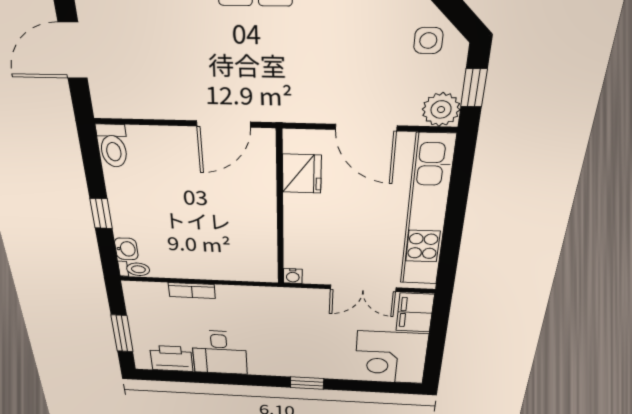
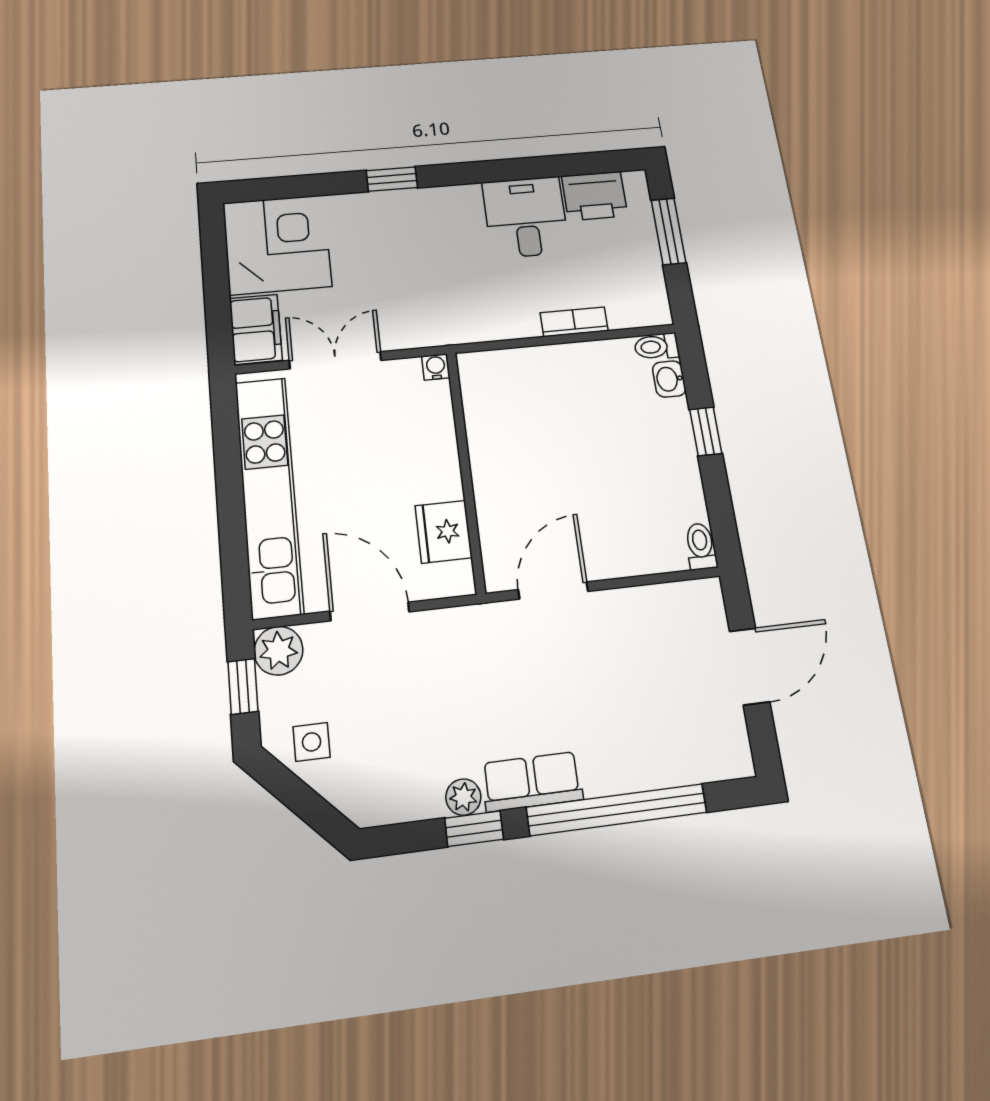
toilet: (113, 146) -> (701, 546), width x0.73, depth x0.72

